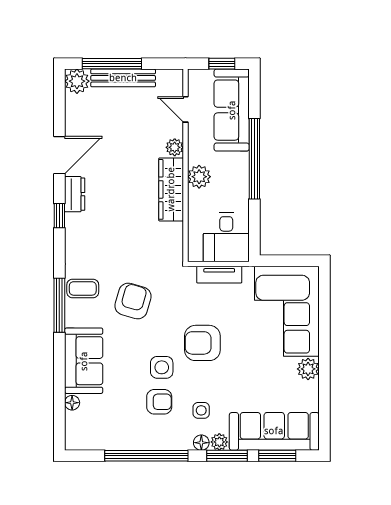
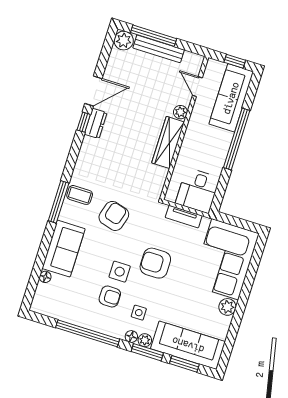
plant: (199, 177) -> (192, 140), removed
window: (59, 216) -> (84, 122), moved

